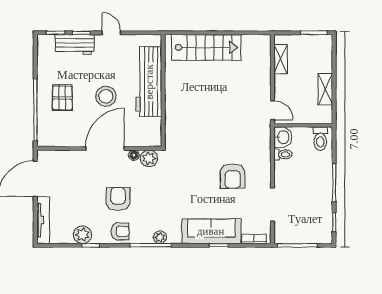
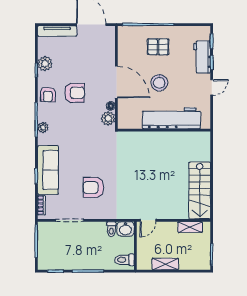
stairs: (206, 47) -> (200, 190), moved

